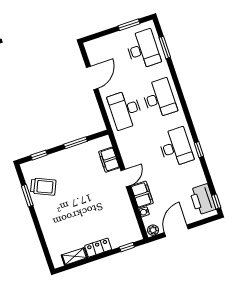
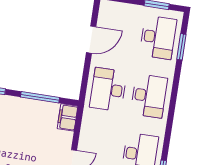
window: (76, 143) -> (40, 97), width x1.44
filing cabinet: (109, 160) -> (68, 117), moved

